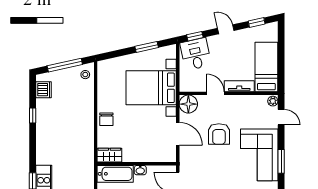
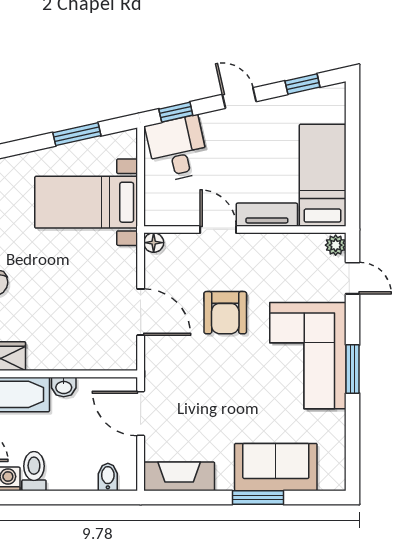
bed with nightstands: (151, 88) -> (86, 202), width x0.73
floor lamp: (188, 104) -> (154, 243), width x0.53, depth x0.53

